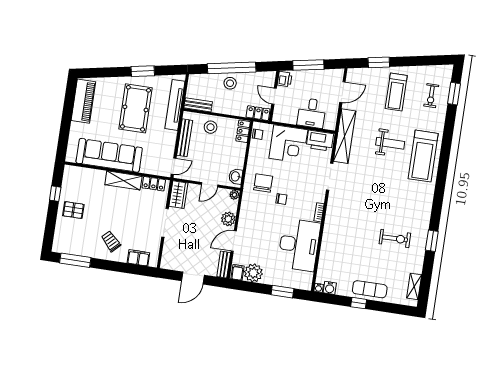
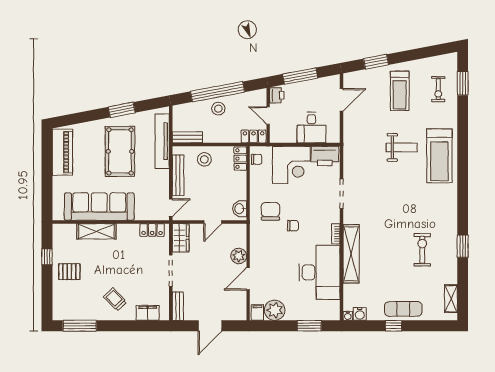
shelving: (345, 136) -> (351, 254), moved
shelving: (123, 180) -> (96, 231), moved
plant: (234, 195) -> (241, 229), removed
exercise bike: (395, 238) -> (422, 250), turned -89
bench: (224, 265) -> (178, 306), moved

